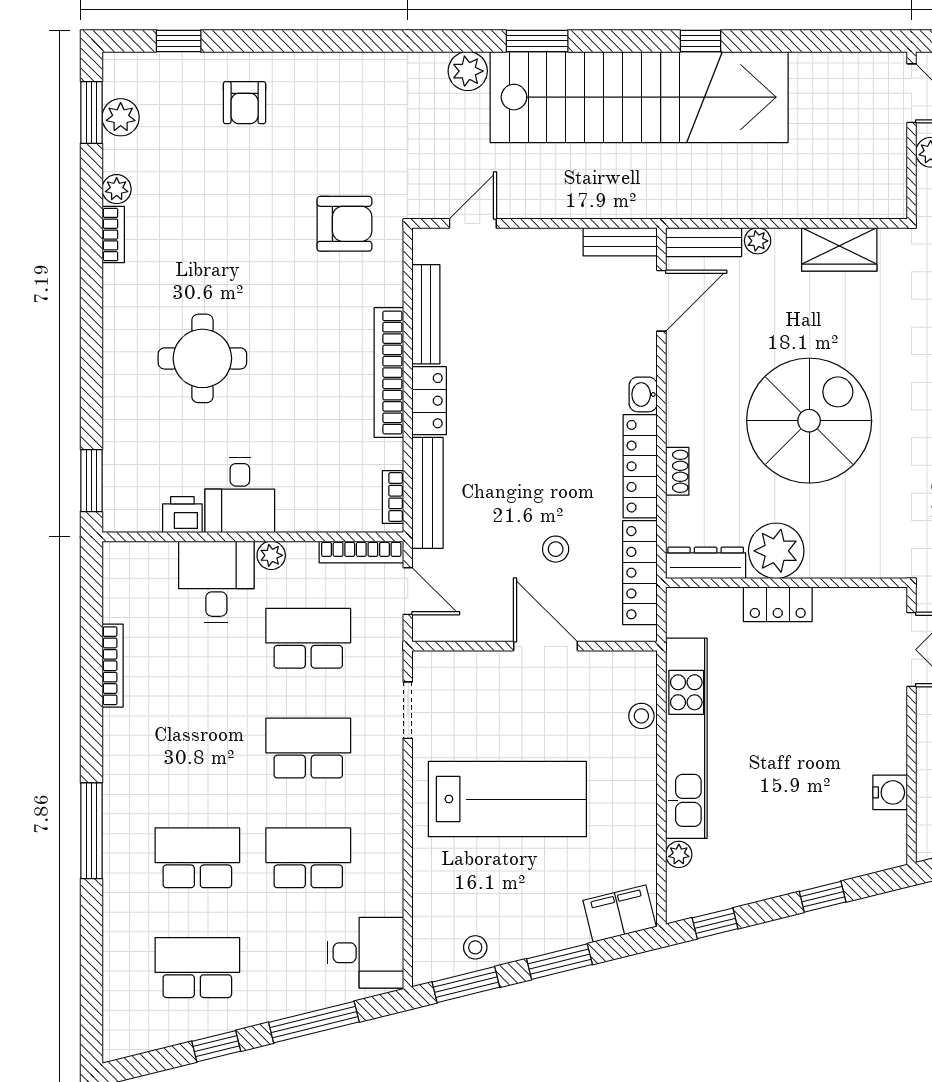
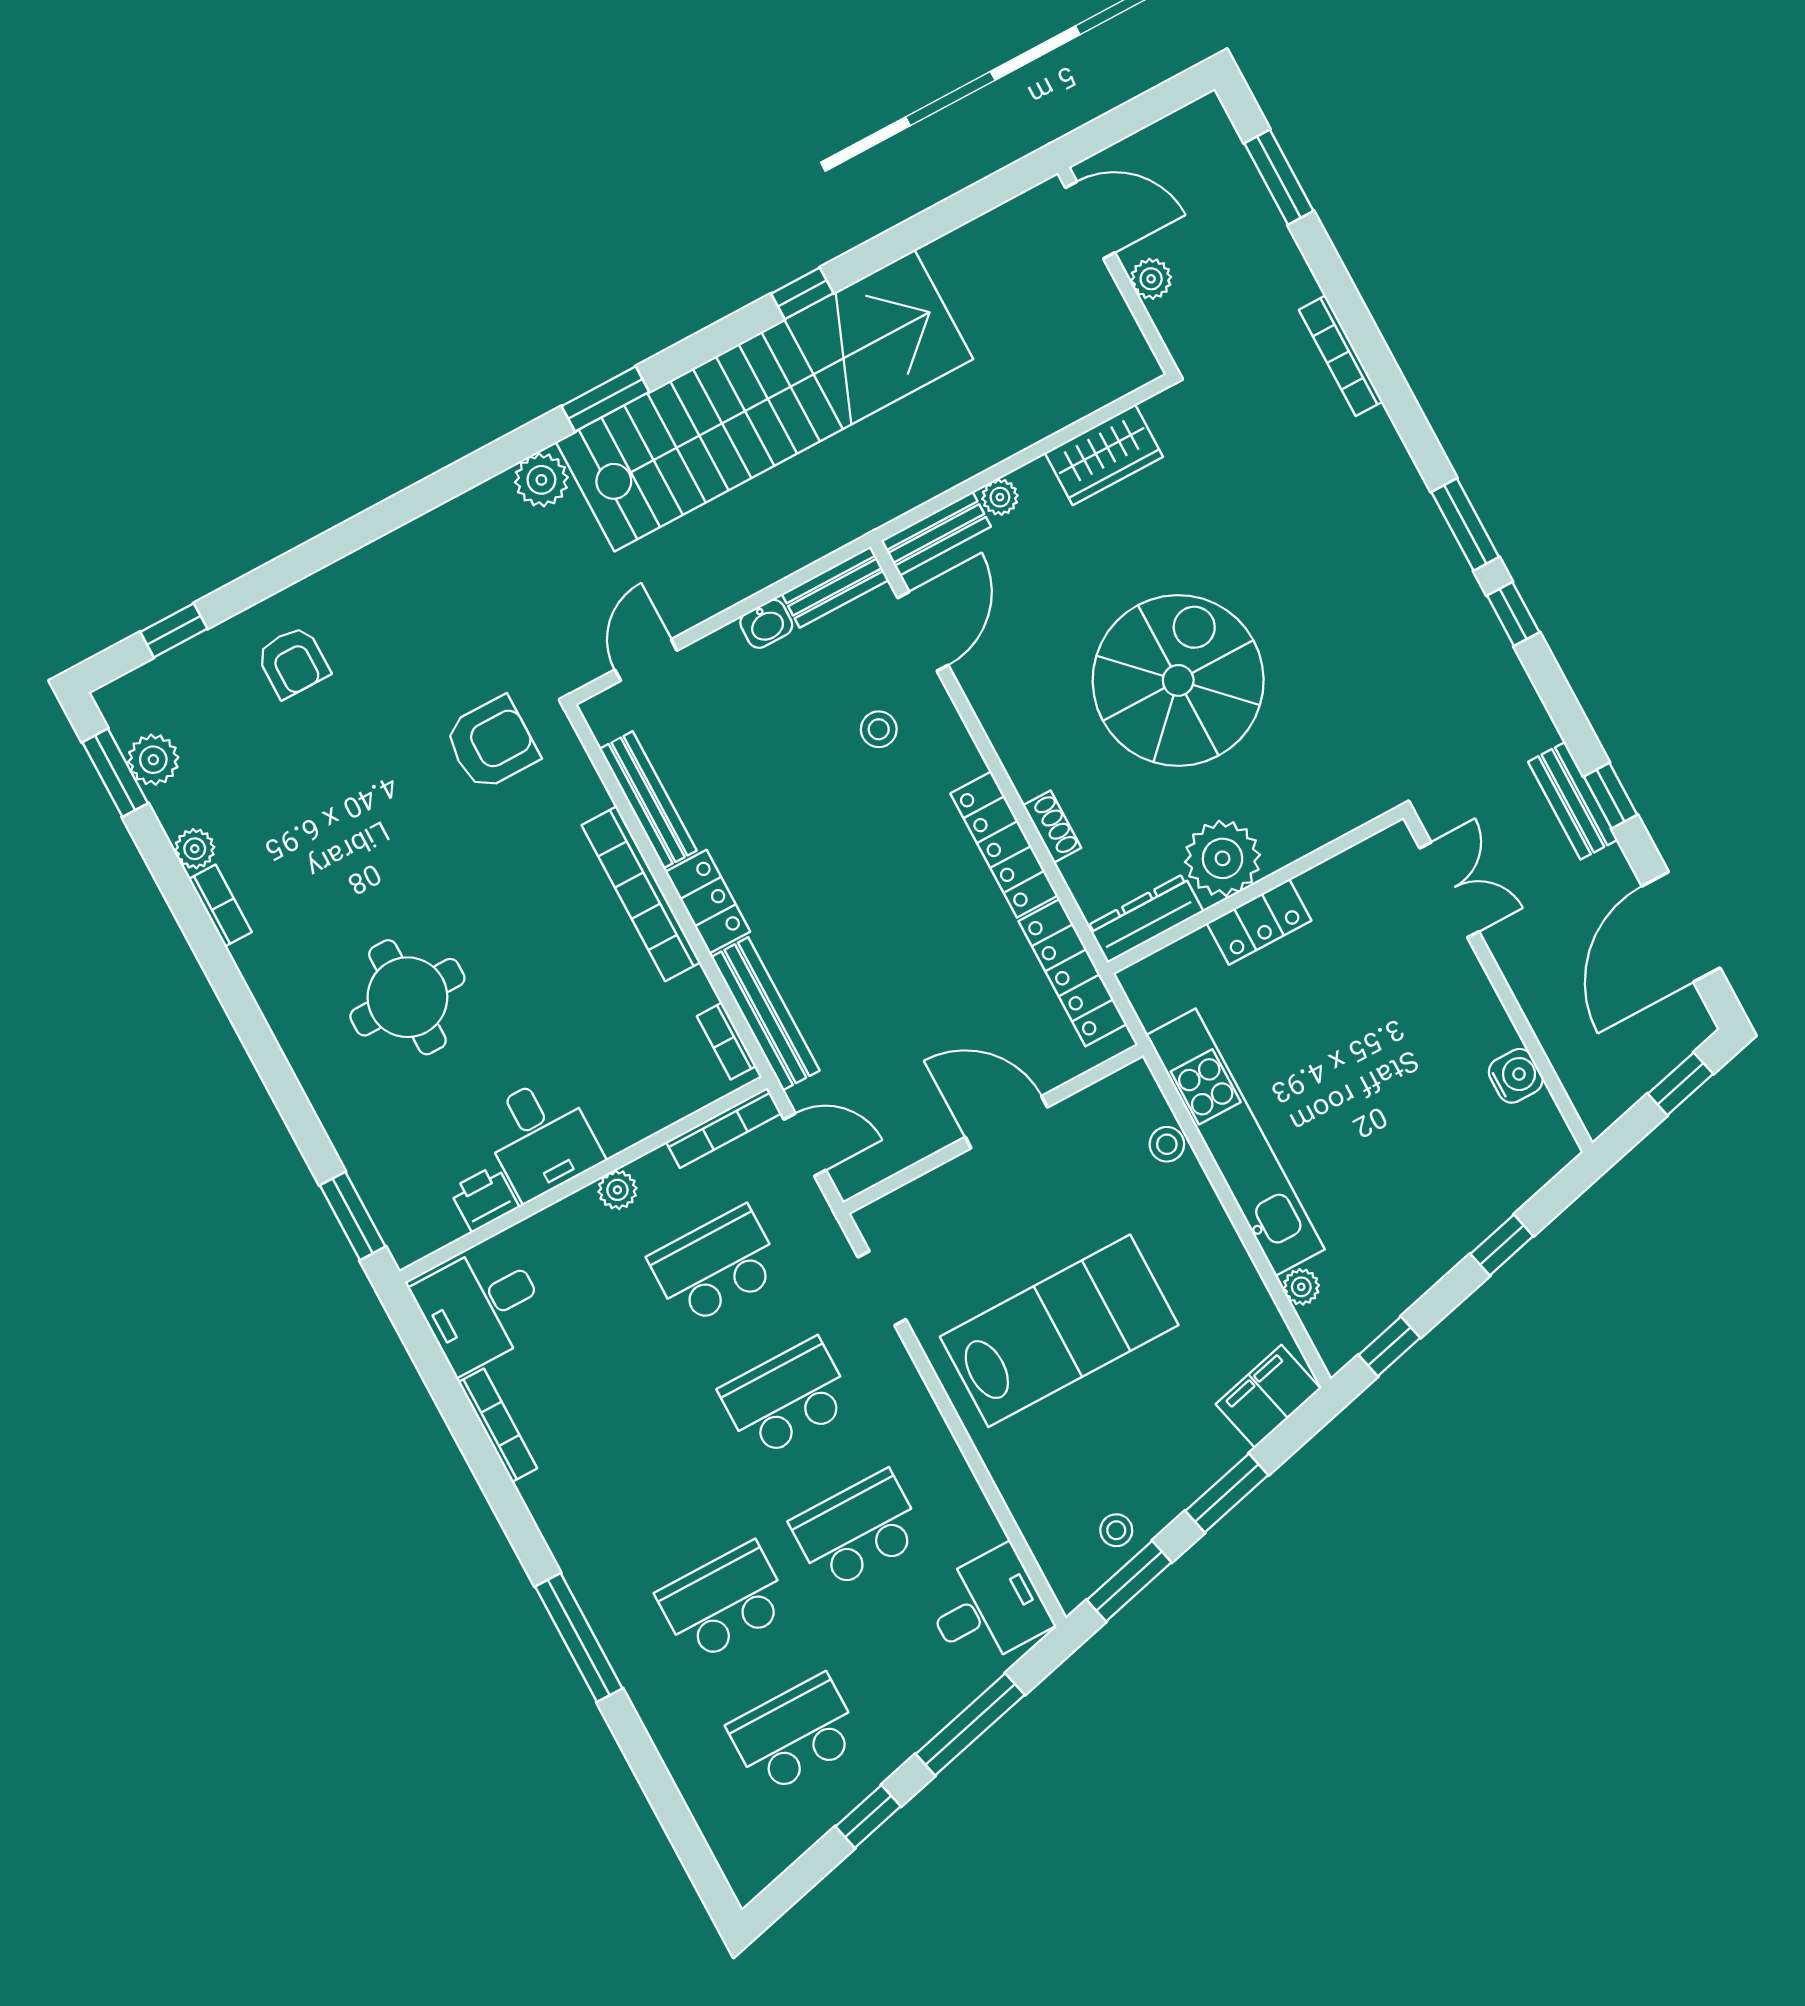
washbasin: (643, 394) -> (766, 624), moved, turned -90
stool: (556, 549) -> (879, 729), moved
desk: (216, 582) -> (481, 1307), moved, turned -90

